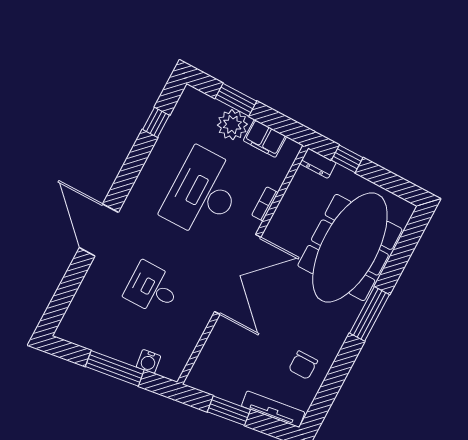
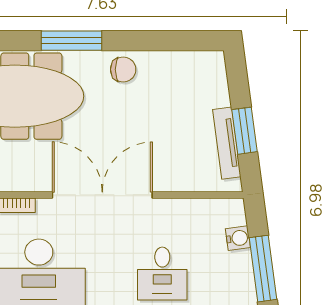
chair: (303, 365) -> (123, 69), moved
tv unit: (273, 409) -> (227, 143), moved

